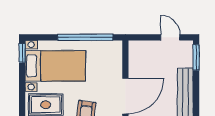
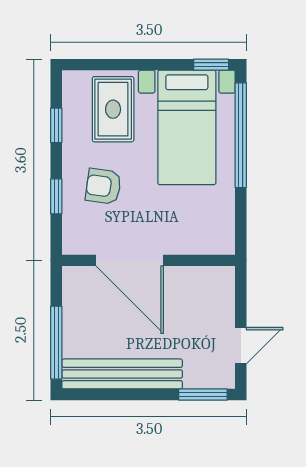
window: (85, 37) -> (241, 135), moved

